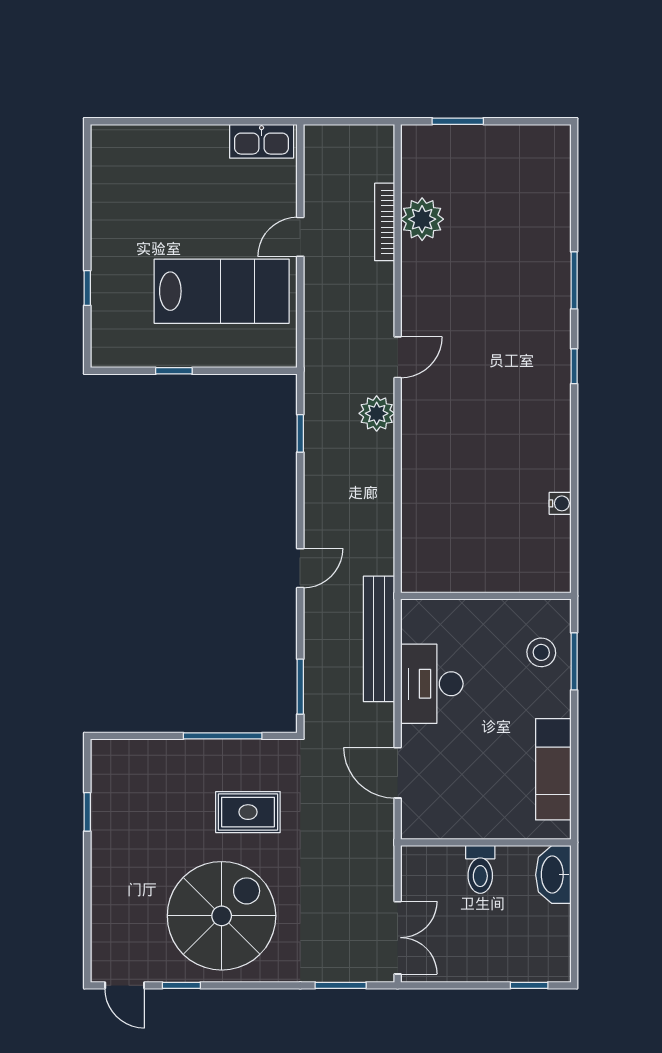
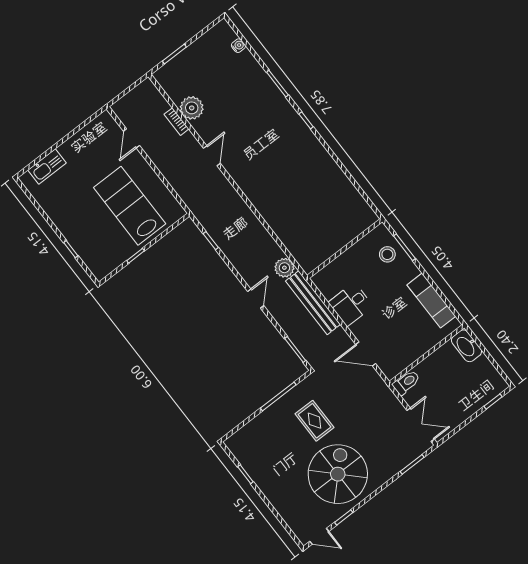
kitchen sink: (262, 141) -> (47, 166), moved
bookcase: (385, 222) -> (177, 122), width x0.64
door: (300, 237) -> (131, 138), moved
lab bench: (222, 291) -> (130, 206), turned -90
door: (398, 357) -> (212, 156), moved
plant: (377, 413) -> (284, 268), moved
water cooler: (560, 503) -> (238, 46), moved
desk: (432, 684) -> (351, 304), width x0.73
rug: (248, 812) -> (315, 421), turned 90
toilet: (480, 869) -> (406, 382), moved, turned -90

